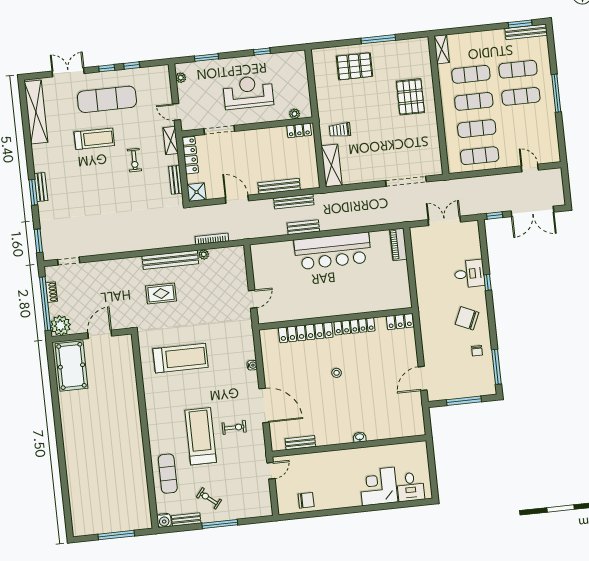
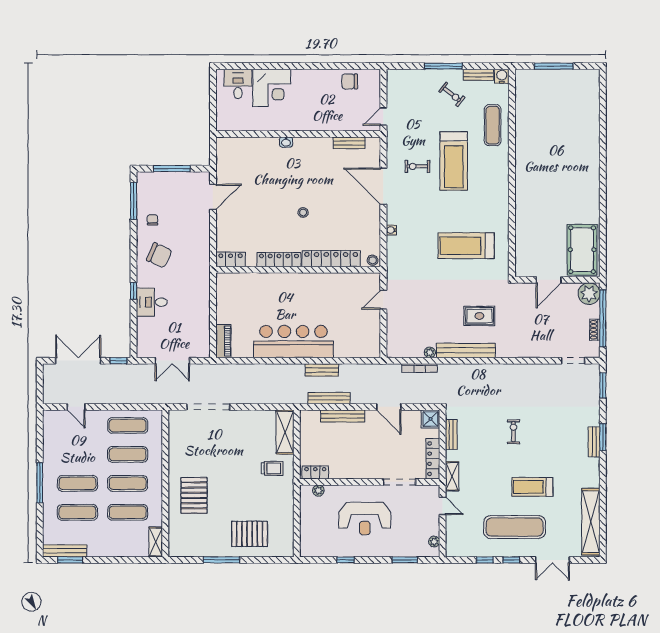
exercise bike: (134, 160) -> (513, 432), moved
stool: (267, 335) -> (373, 260), added

